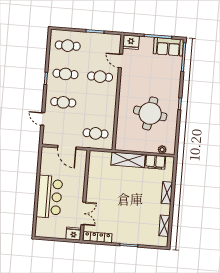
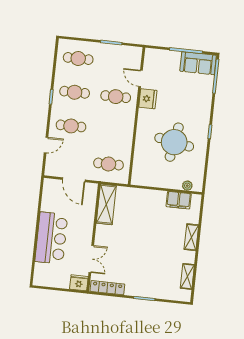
fridge: (131, 42) -> (148, 99), moved, turned -90
door: (43, 119) -> (46, 145), swing flipped
shelving: (128, 160) -> (106, 204), moved, turned 90

